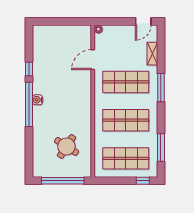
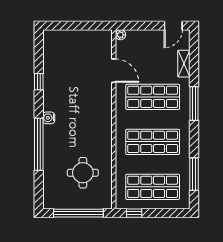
door: (93, 60) -> (114, 71), swing flipped
window: (29, 104) -> (39, 144), moved
round table: (66, 146) -> (83, 173), turned -33
window: (143, 181) -> (134, 213), moved

